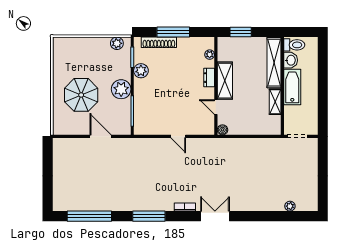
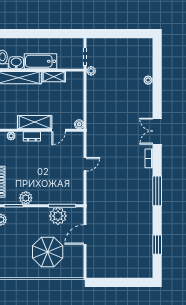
plant: (121, 89) -> (58, 216), moved
plant: (282, 143) -> (91, 71), added
plant: (290, 206) -> (148, 80), moved
window: (89, 216) -> (157, 245), width x0.47

